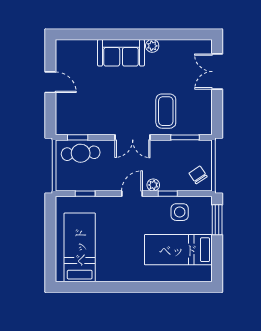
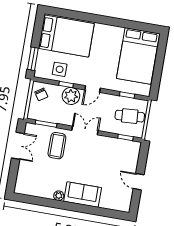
double door: (217, 72) -> (18, 146), moved
cafe table: (81, 153) -> (130, 116), moved
plant: (153, 185) -> (71, 96), width x1.87, depth x1.87
bed: (80, 247) -> (138, 56), width x1.50
bed: (178, 250) -> (66, 36), width x1.50

